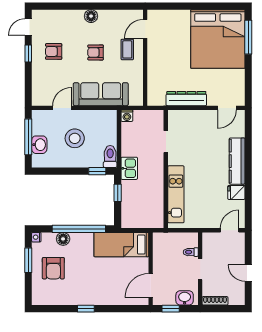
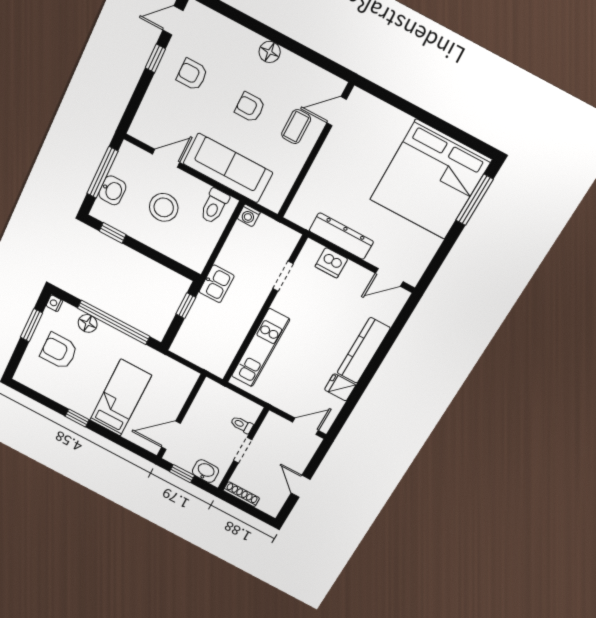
dishwasher: (189, 118) -> (331, 263), added
toilet: (110, 156) -> (214, 206), moved, turned 180
window: (97, 171) -> (113, 233), moved
bed: (121, 245) -> (121, 398), moved, turned 90
armchair: (53, 268) -> (59, 351), turned 90

